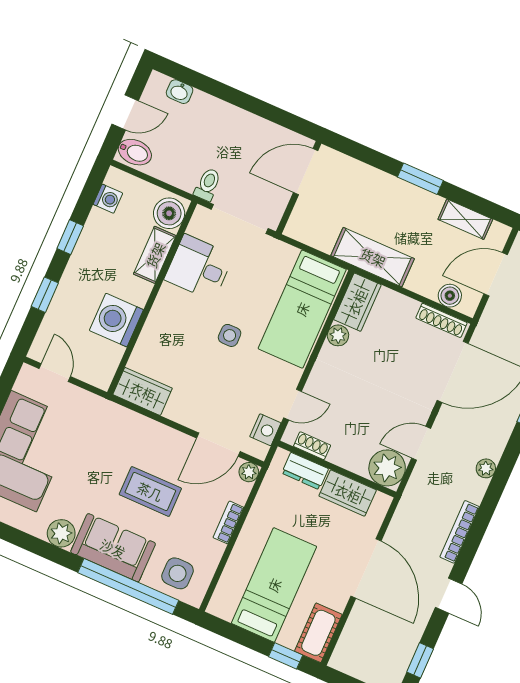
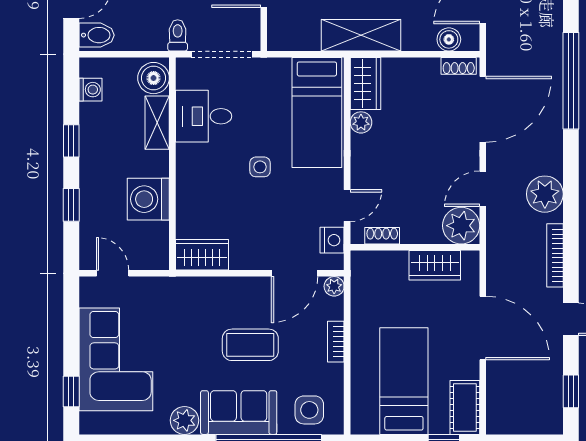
shoe rack: (441, 320) -> (459, 66), width x0.70
plant: (486, 468) -> (545, 194), width x1.88, depth x1.88
dresser: (305, 471) -> (386, 262), removed

